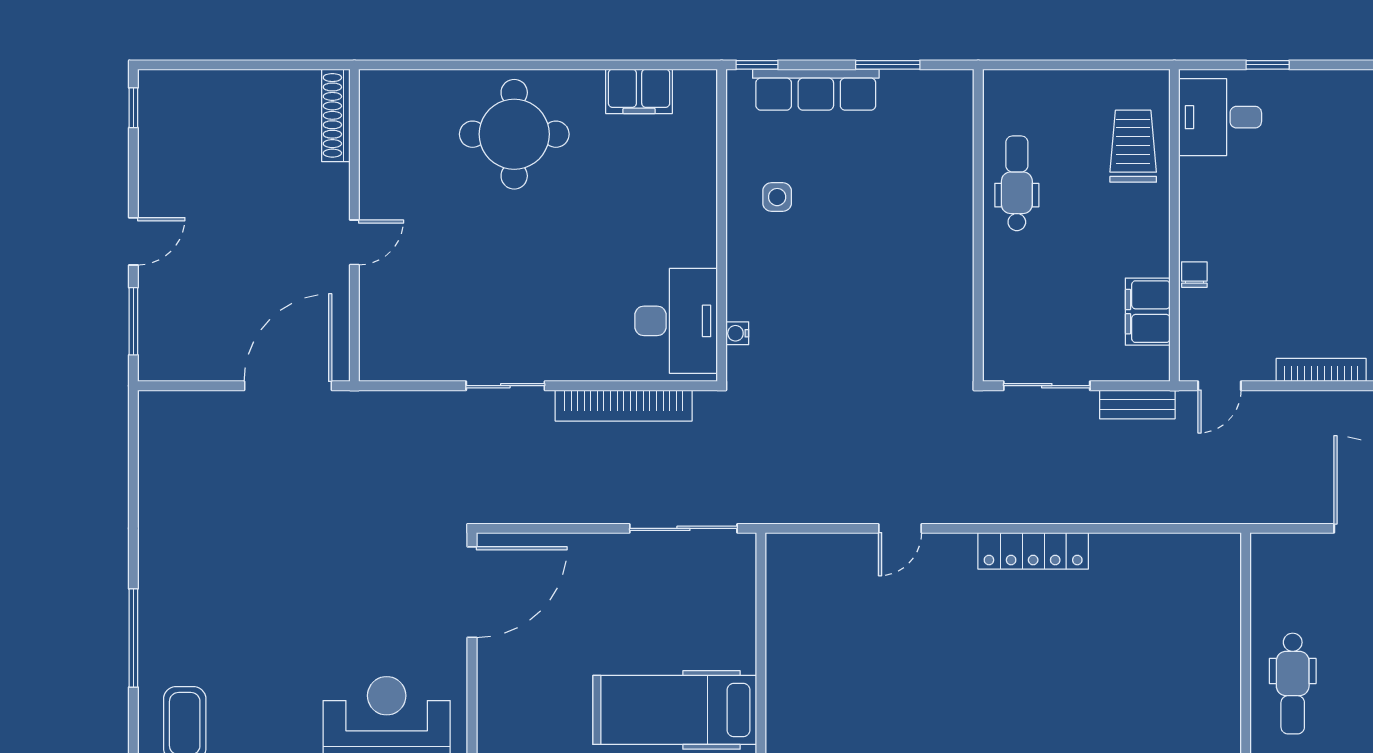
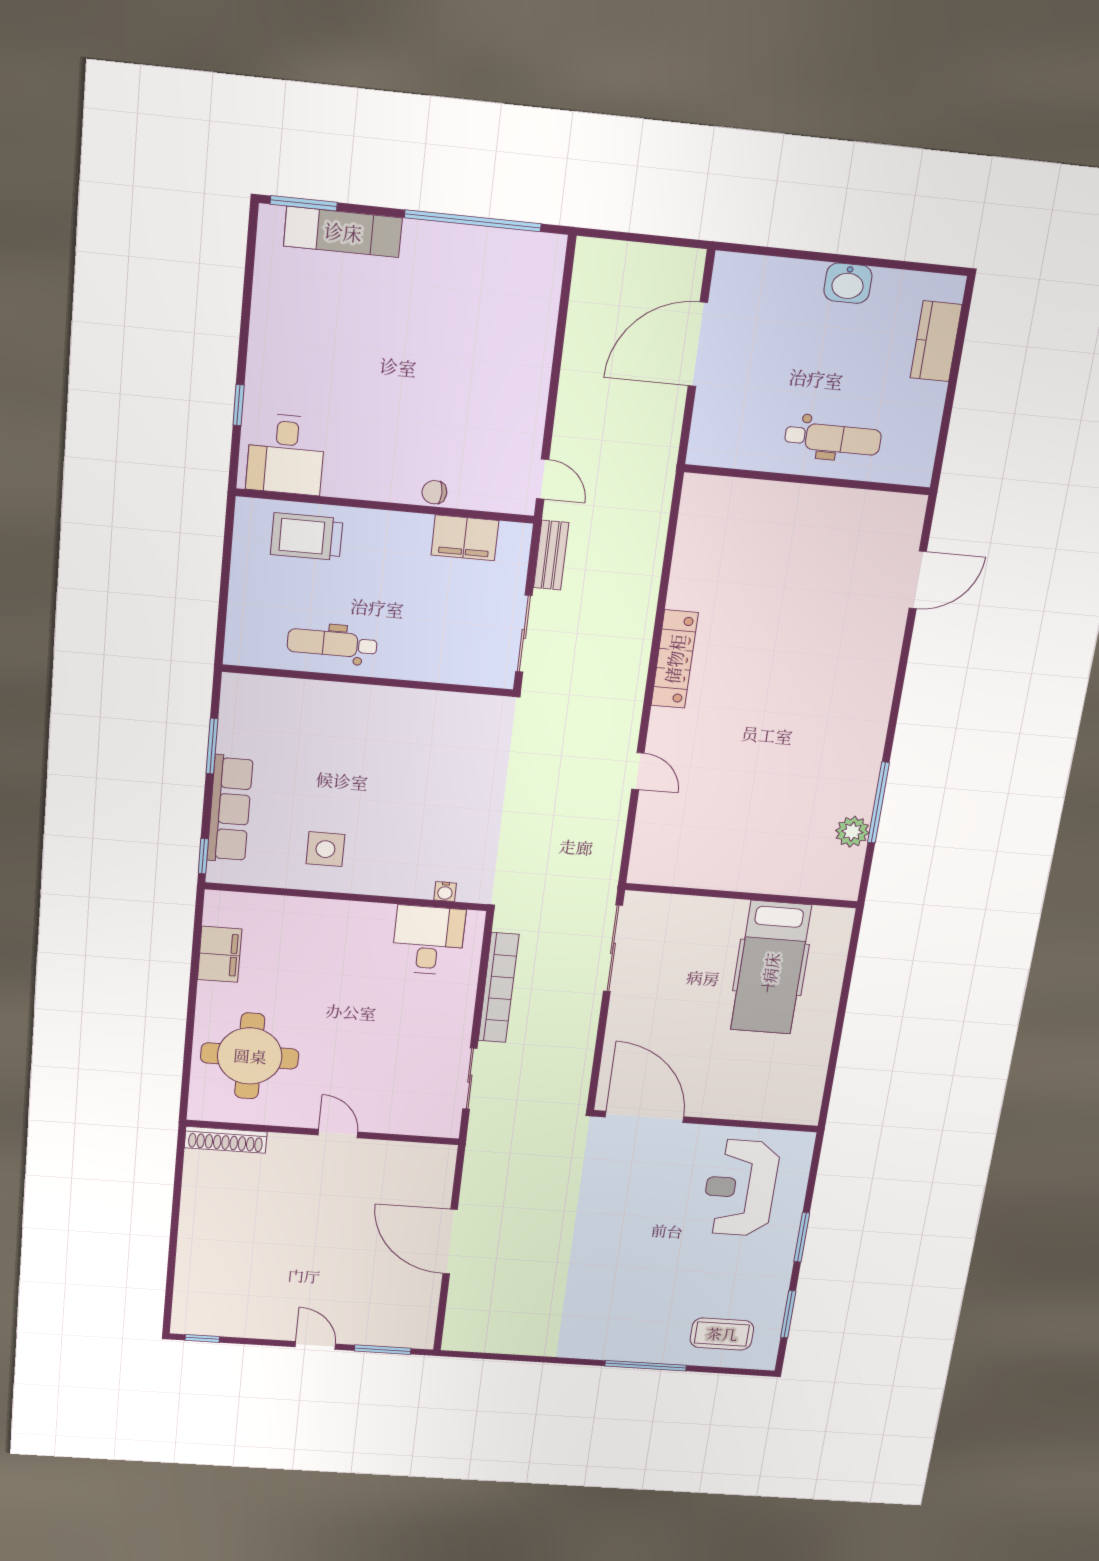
shoe rack: (336, 115) -> (226, 1140), moved
side table: (777, 197) -> (325, 849), width x1.37, depth x1.37
wall: (354, 225) -> (323, 1132), moved
door: (354, 242) -> (338, 1133), moved
desk: (676, 321) -> (428, 940), width x0.73
bookcase: (1321, 370) -> (539, 383), removed

